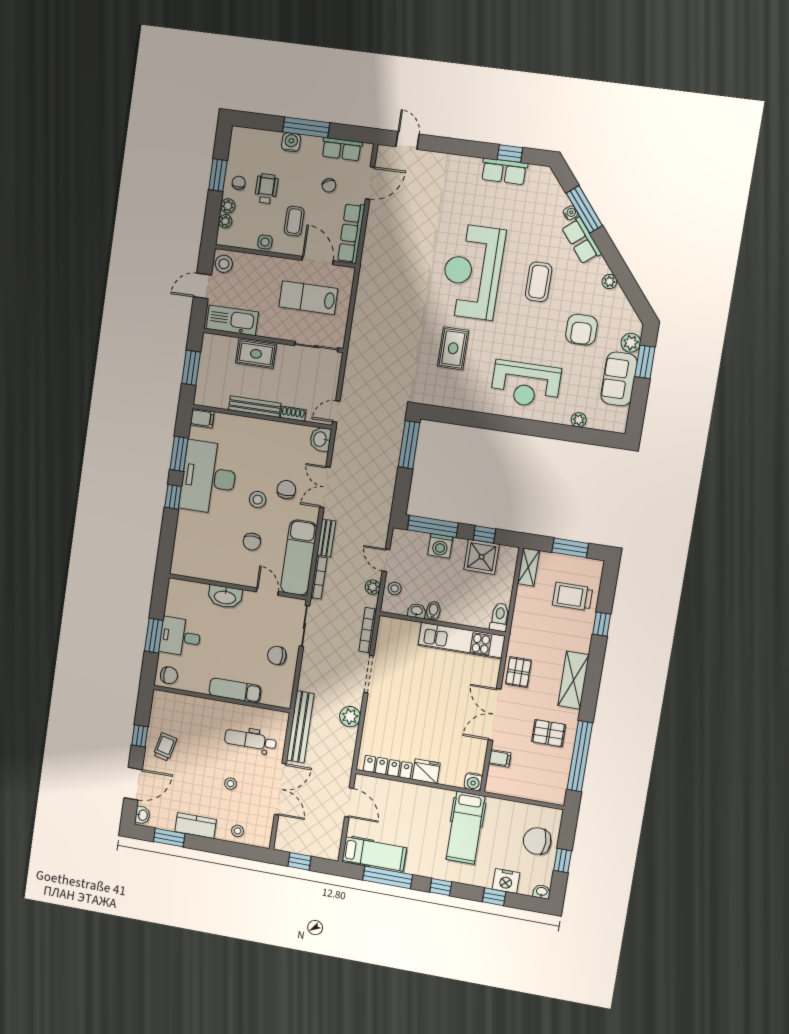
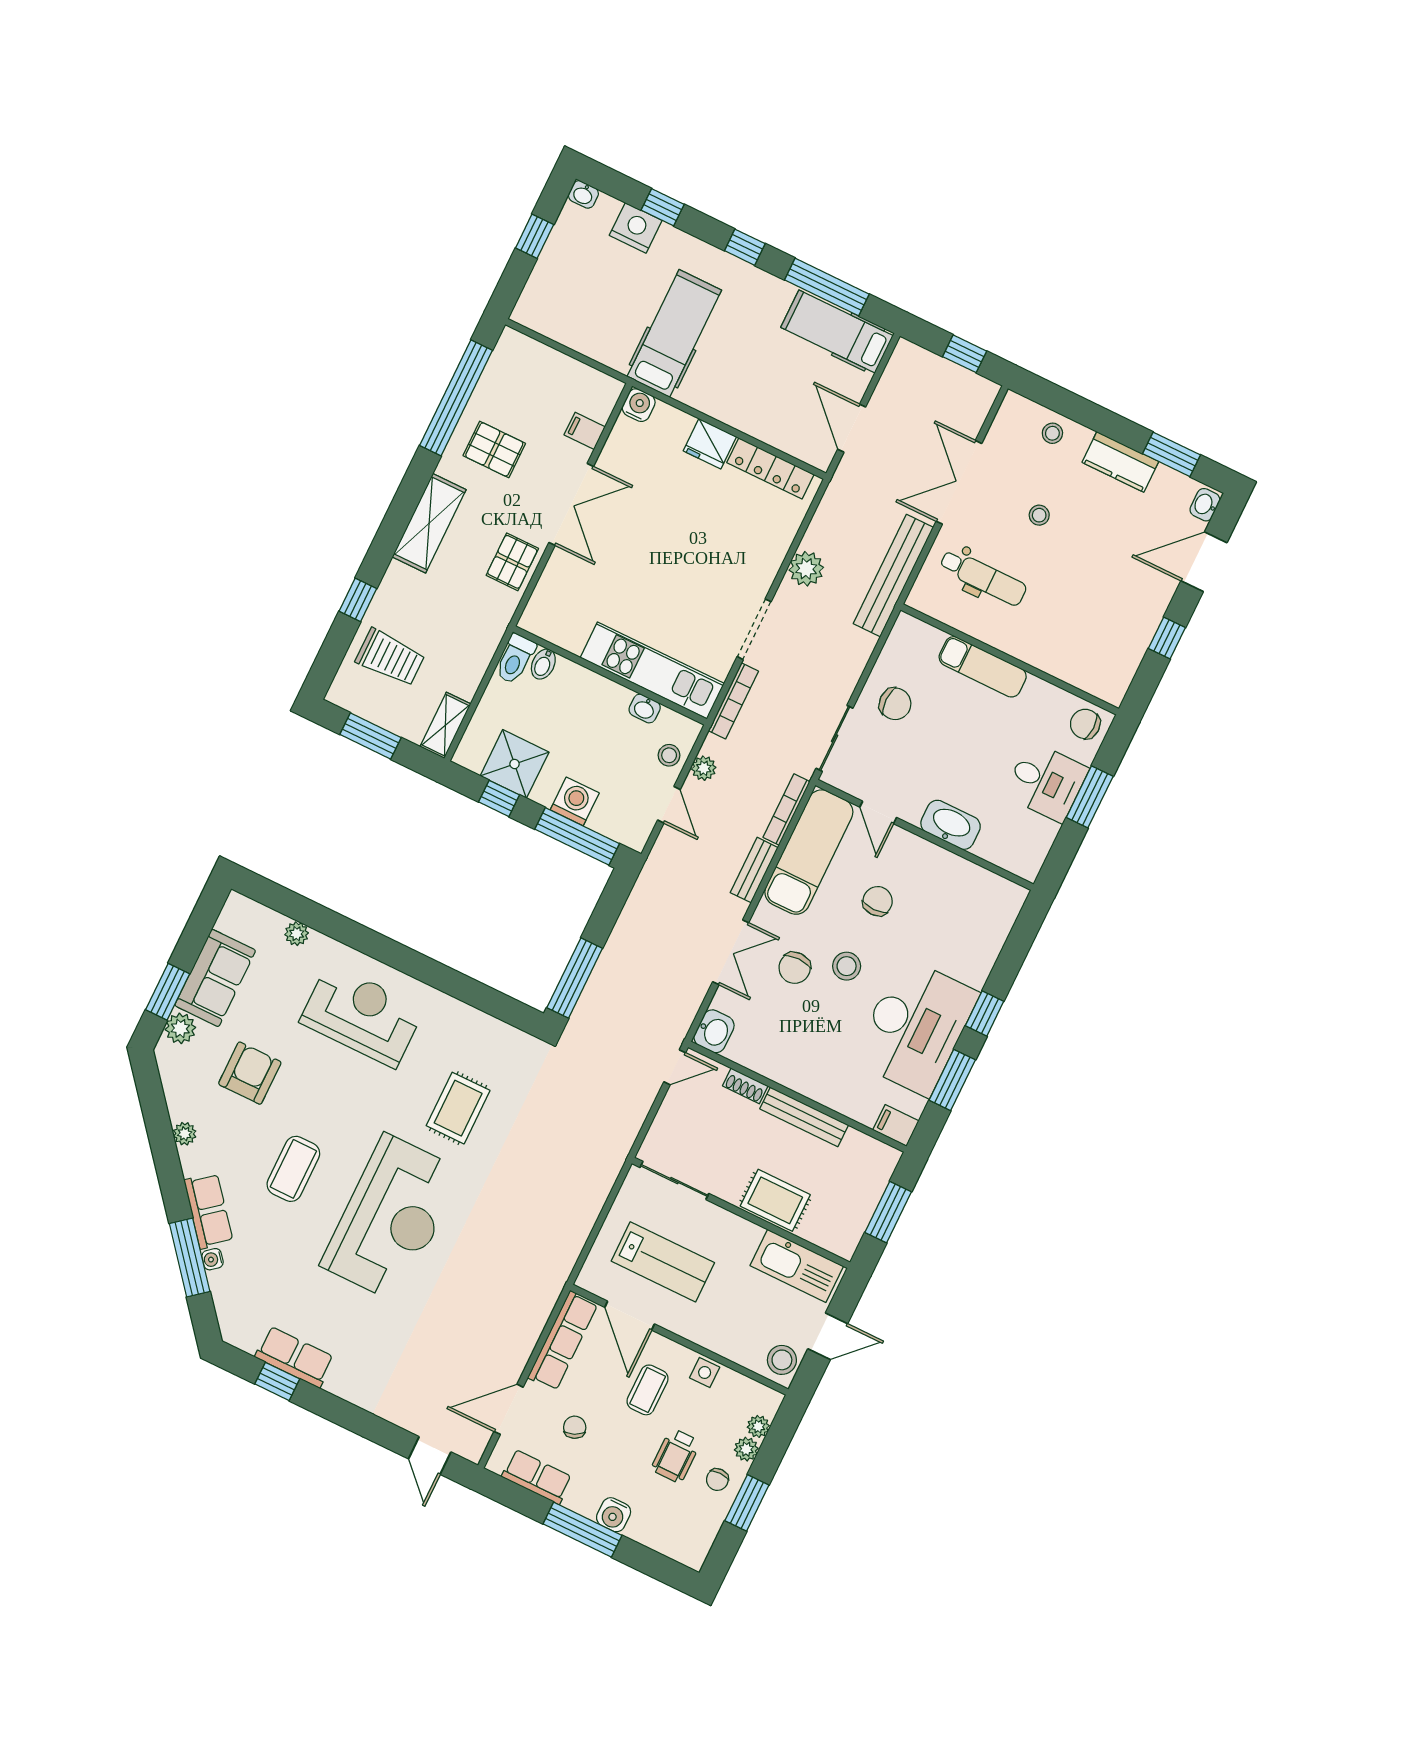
bidet: (433, 611) -> (543, 664), moved
kitchen unit: (462, 641) -> (652, 671), moved
trolley: (165, 747) -> (1130, 607), removed
chair: (537, 841) -> (565, 279), removed

